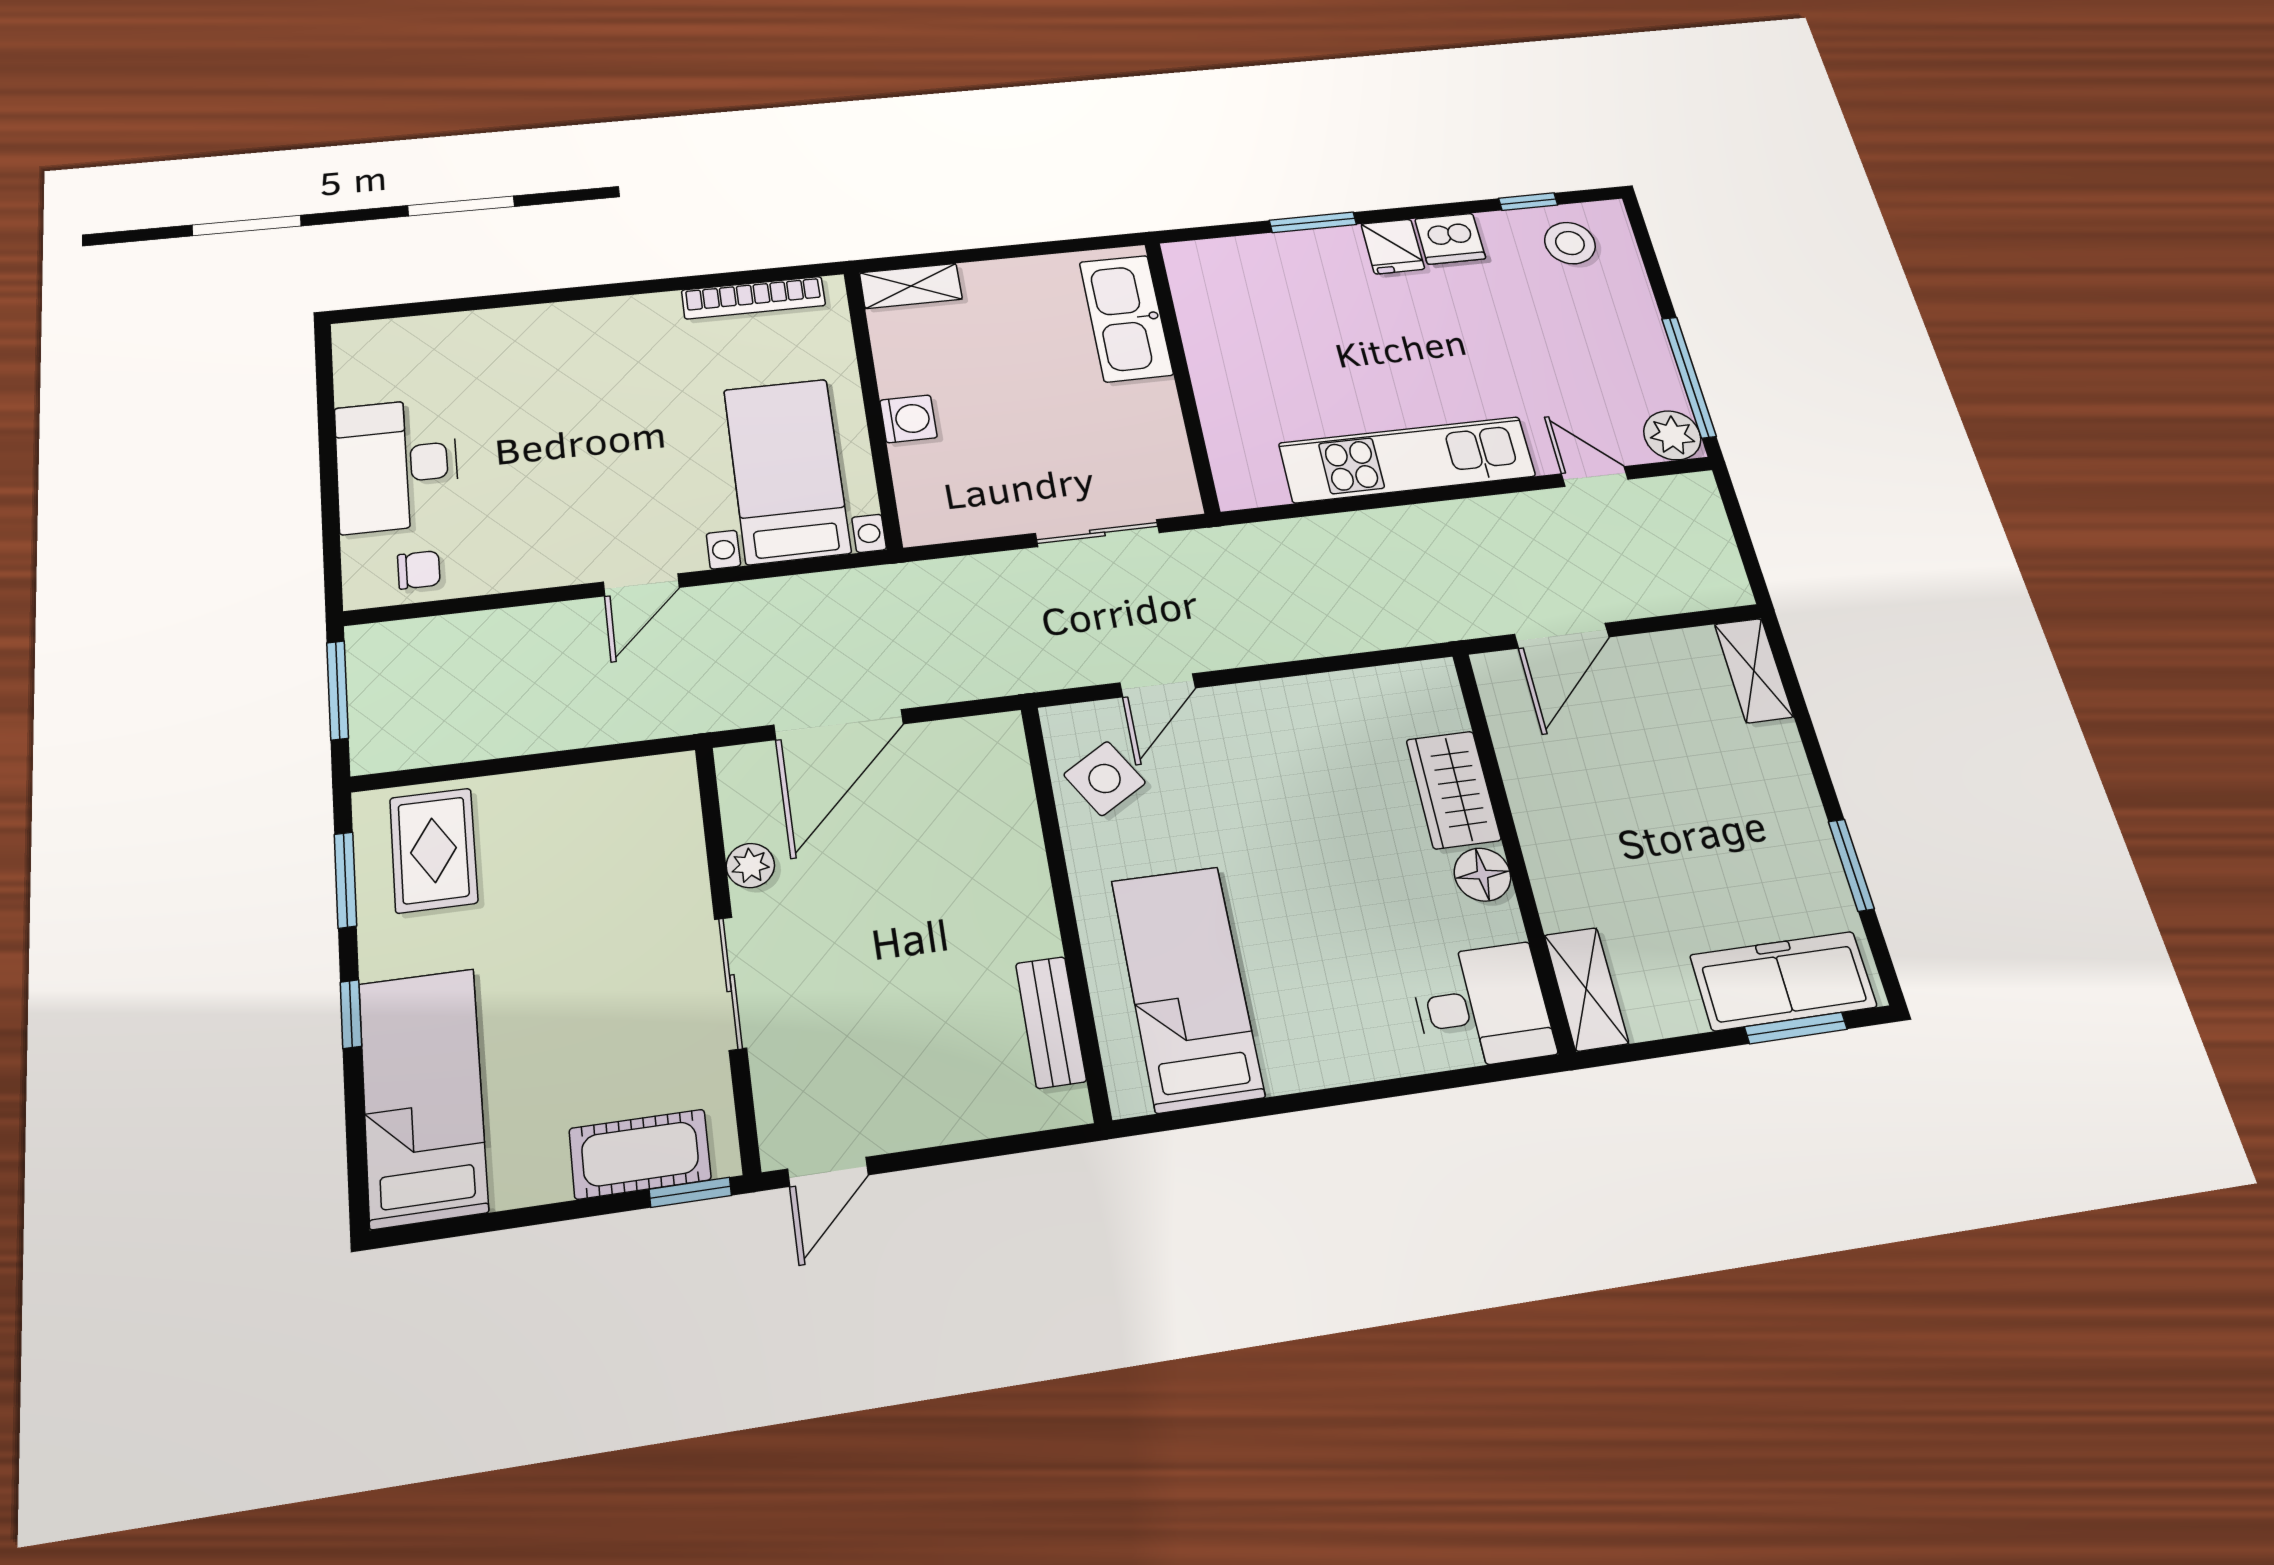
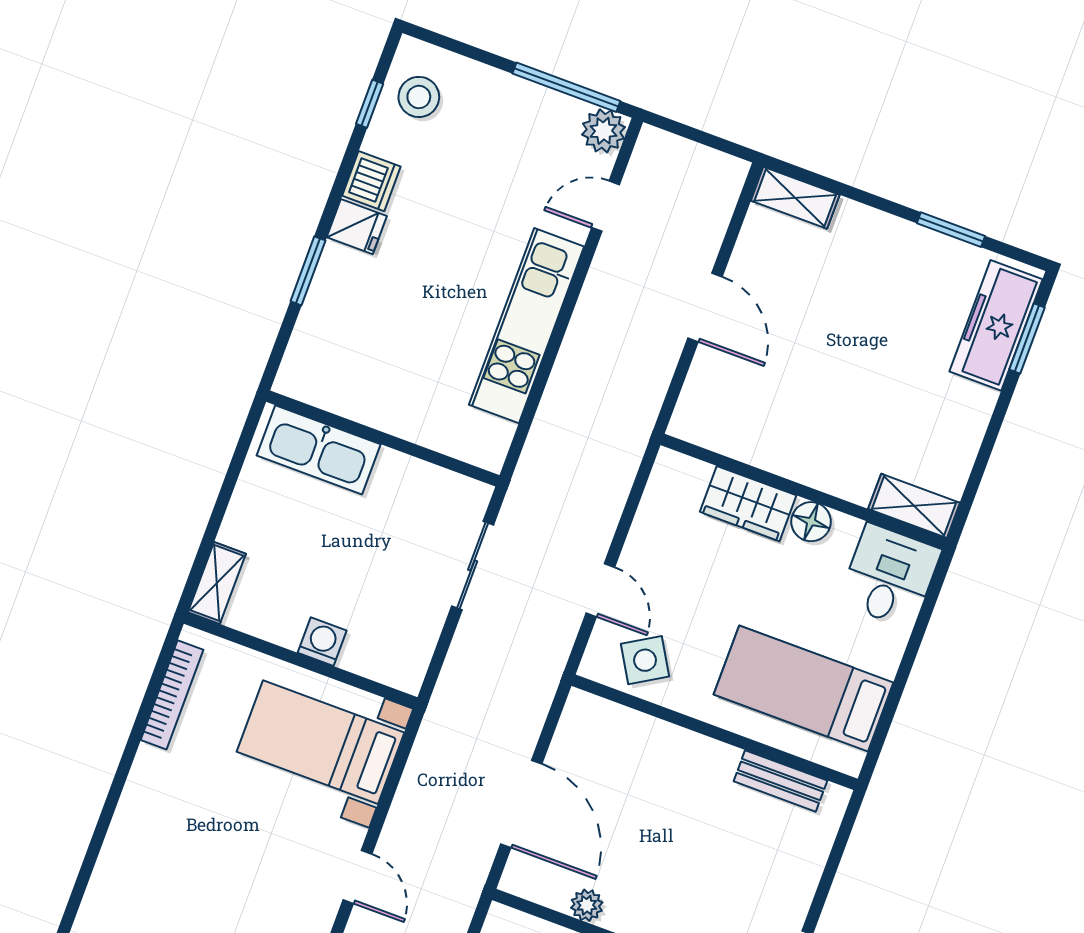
wardrobe: (1453, 790) -> (748, 504), moved
wall: (1512, 847) -> (804, 492), moved
floor lamp: (1482, 875) -> (811, 522), moved
shelving: (1586, 989) -> (914, 506), moved
desk: (1482, 1006) -> (890, 576), moved

